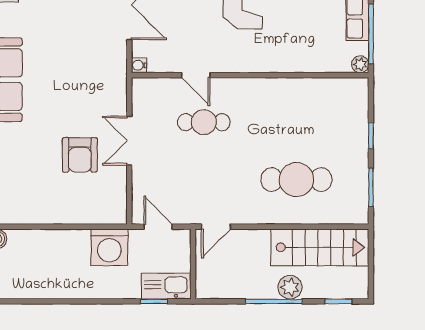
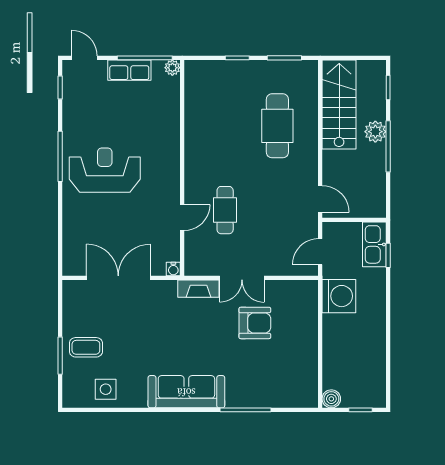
fireplace: (117, 93) -> (198, 289), added

